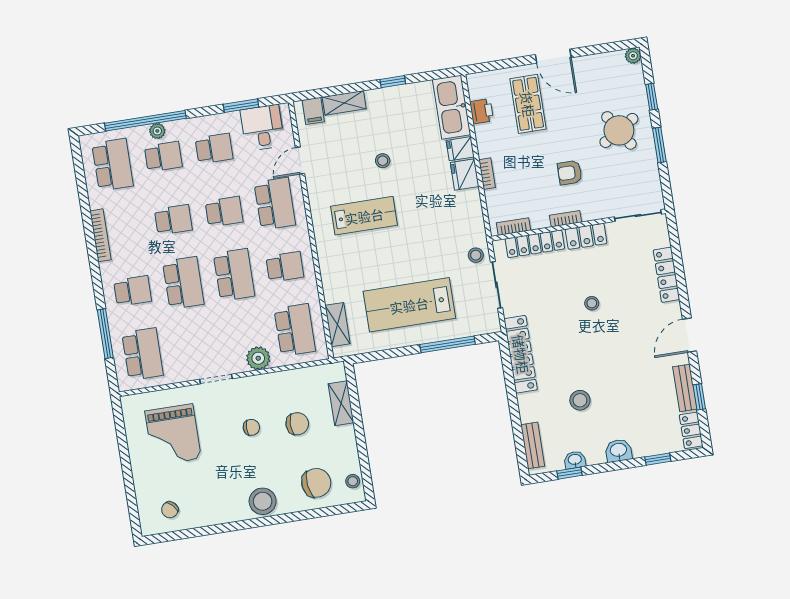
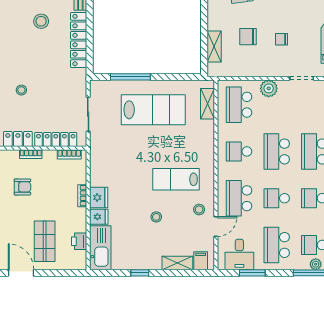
school desk: (214, 149) -> (277, 245), width x1.85
stool: (476, 255) -> (199, 210), moved
locker: (521, 354) -> (79, 40), moved

